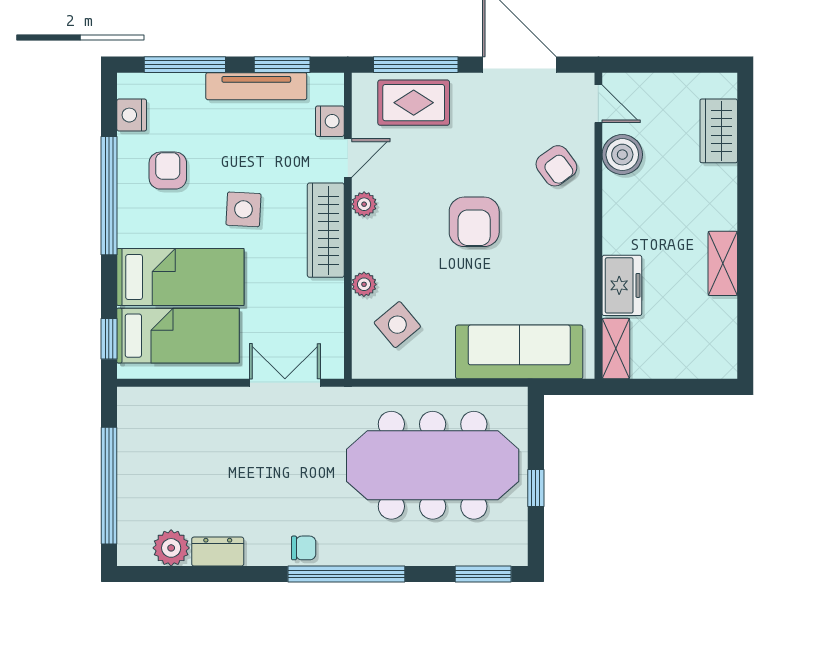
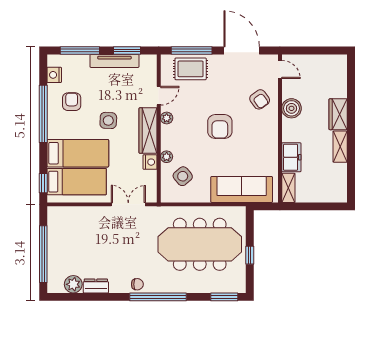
nightstand: (330, 121) -> (150, 162), moved
wardrobe: (719, 131) -> (338, 114), moved
boiler: (622, 155) -> (291, 108), moved

